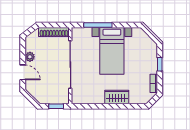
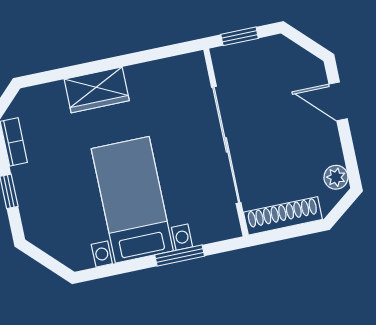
window: (98, 25) -> (180, 255), width x0.69
plant: (30, 57) -> (336, 177), moved

